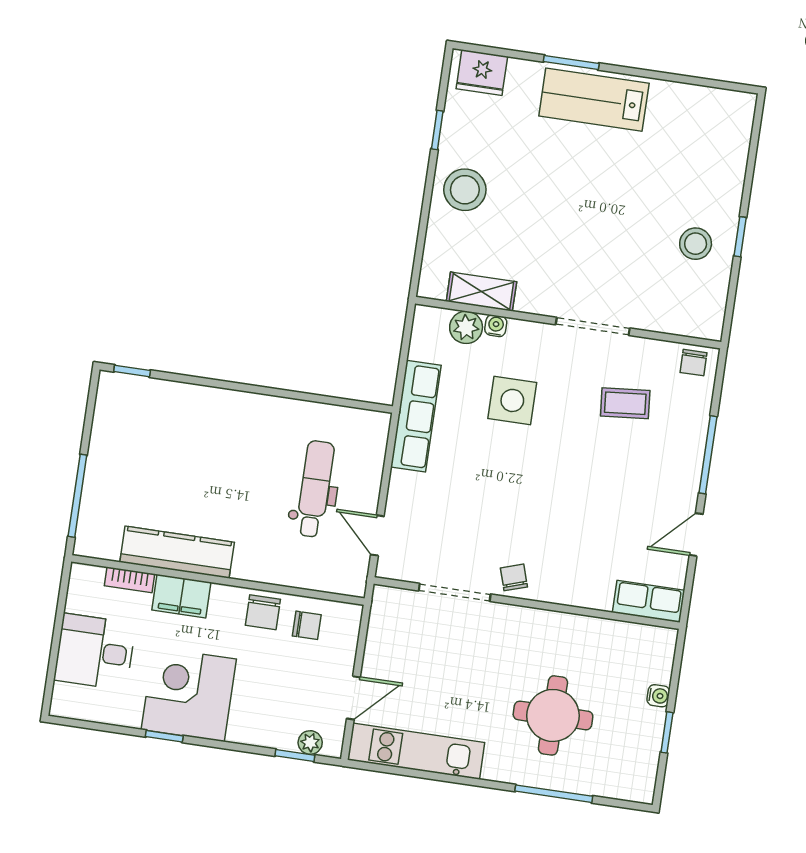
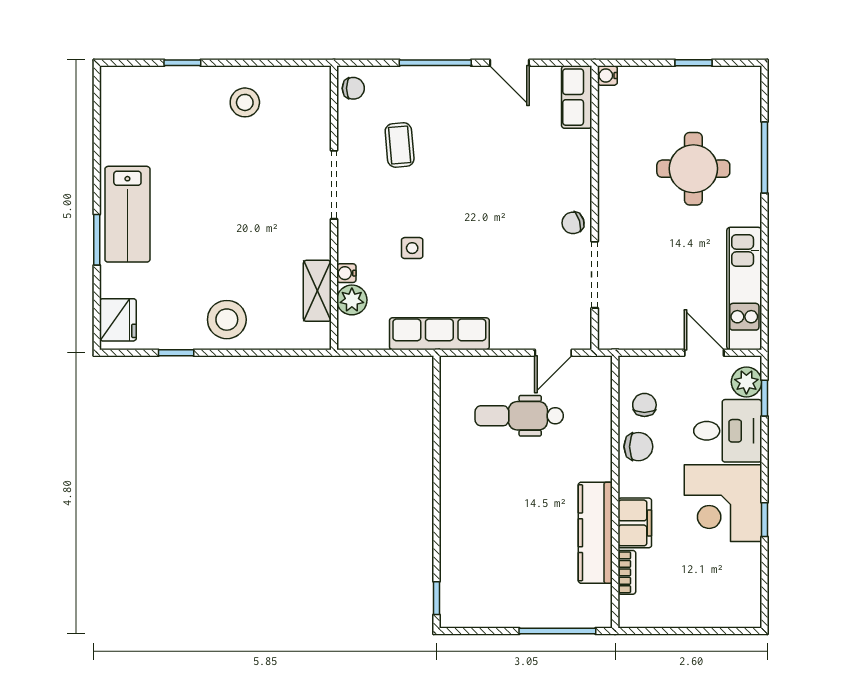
window: (740, 237) -> (182, 63), moved
side table: (512, 400) -> (412, 248), width x0.54, depth x0.54
desk: (95, 652) -> (728, 431), moved, turned -90
water cooler: (658, 696) -> (607, 76), moved, turned -90
plant: (310, 742) -> (746, 382), width x1.38, depth x1.38

